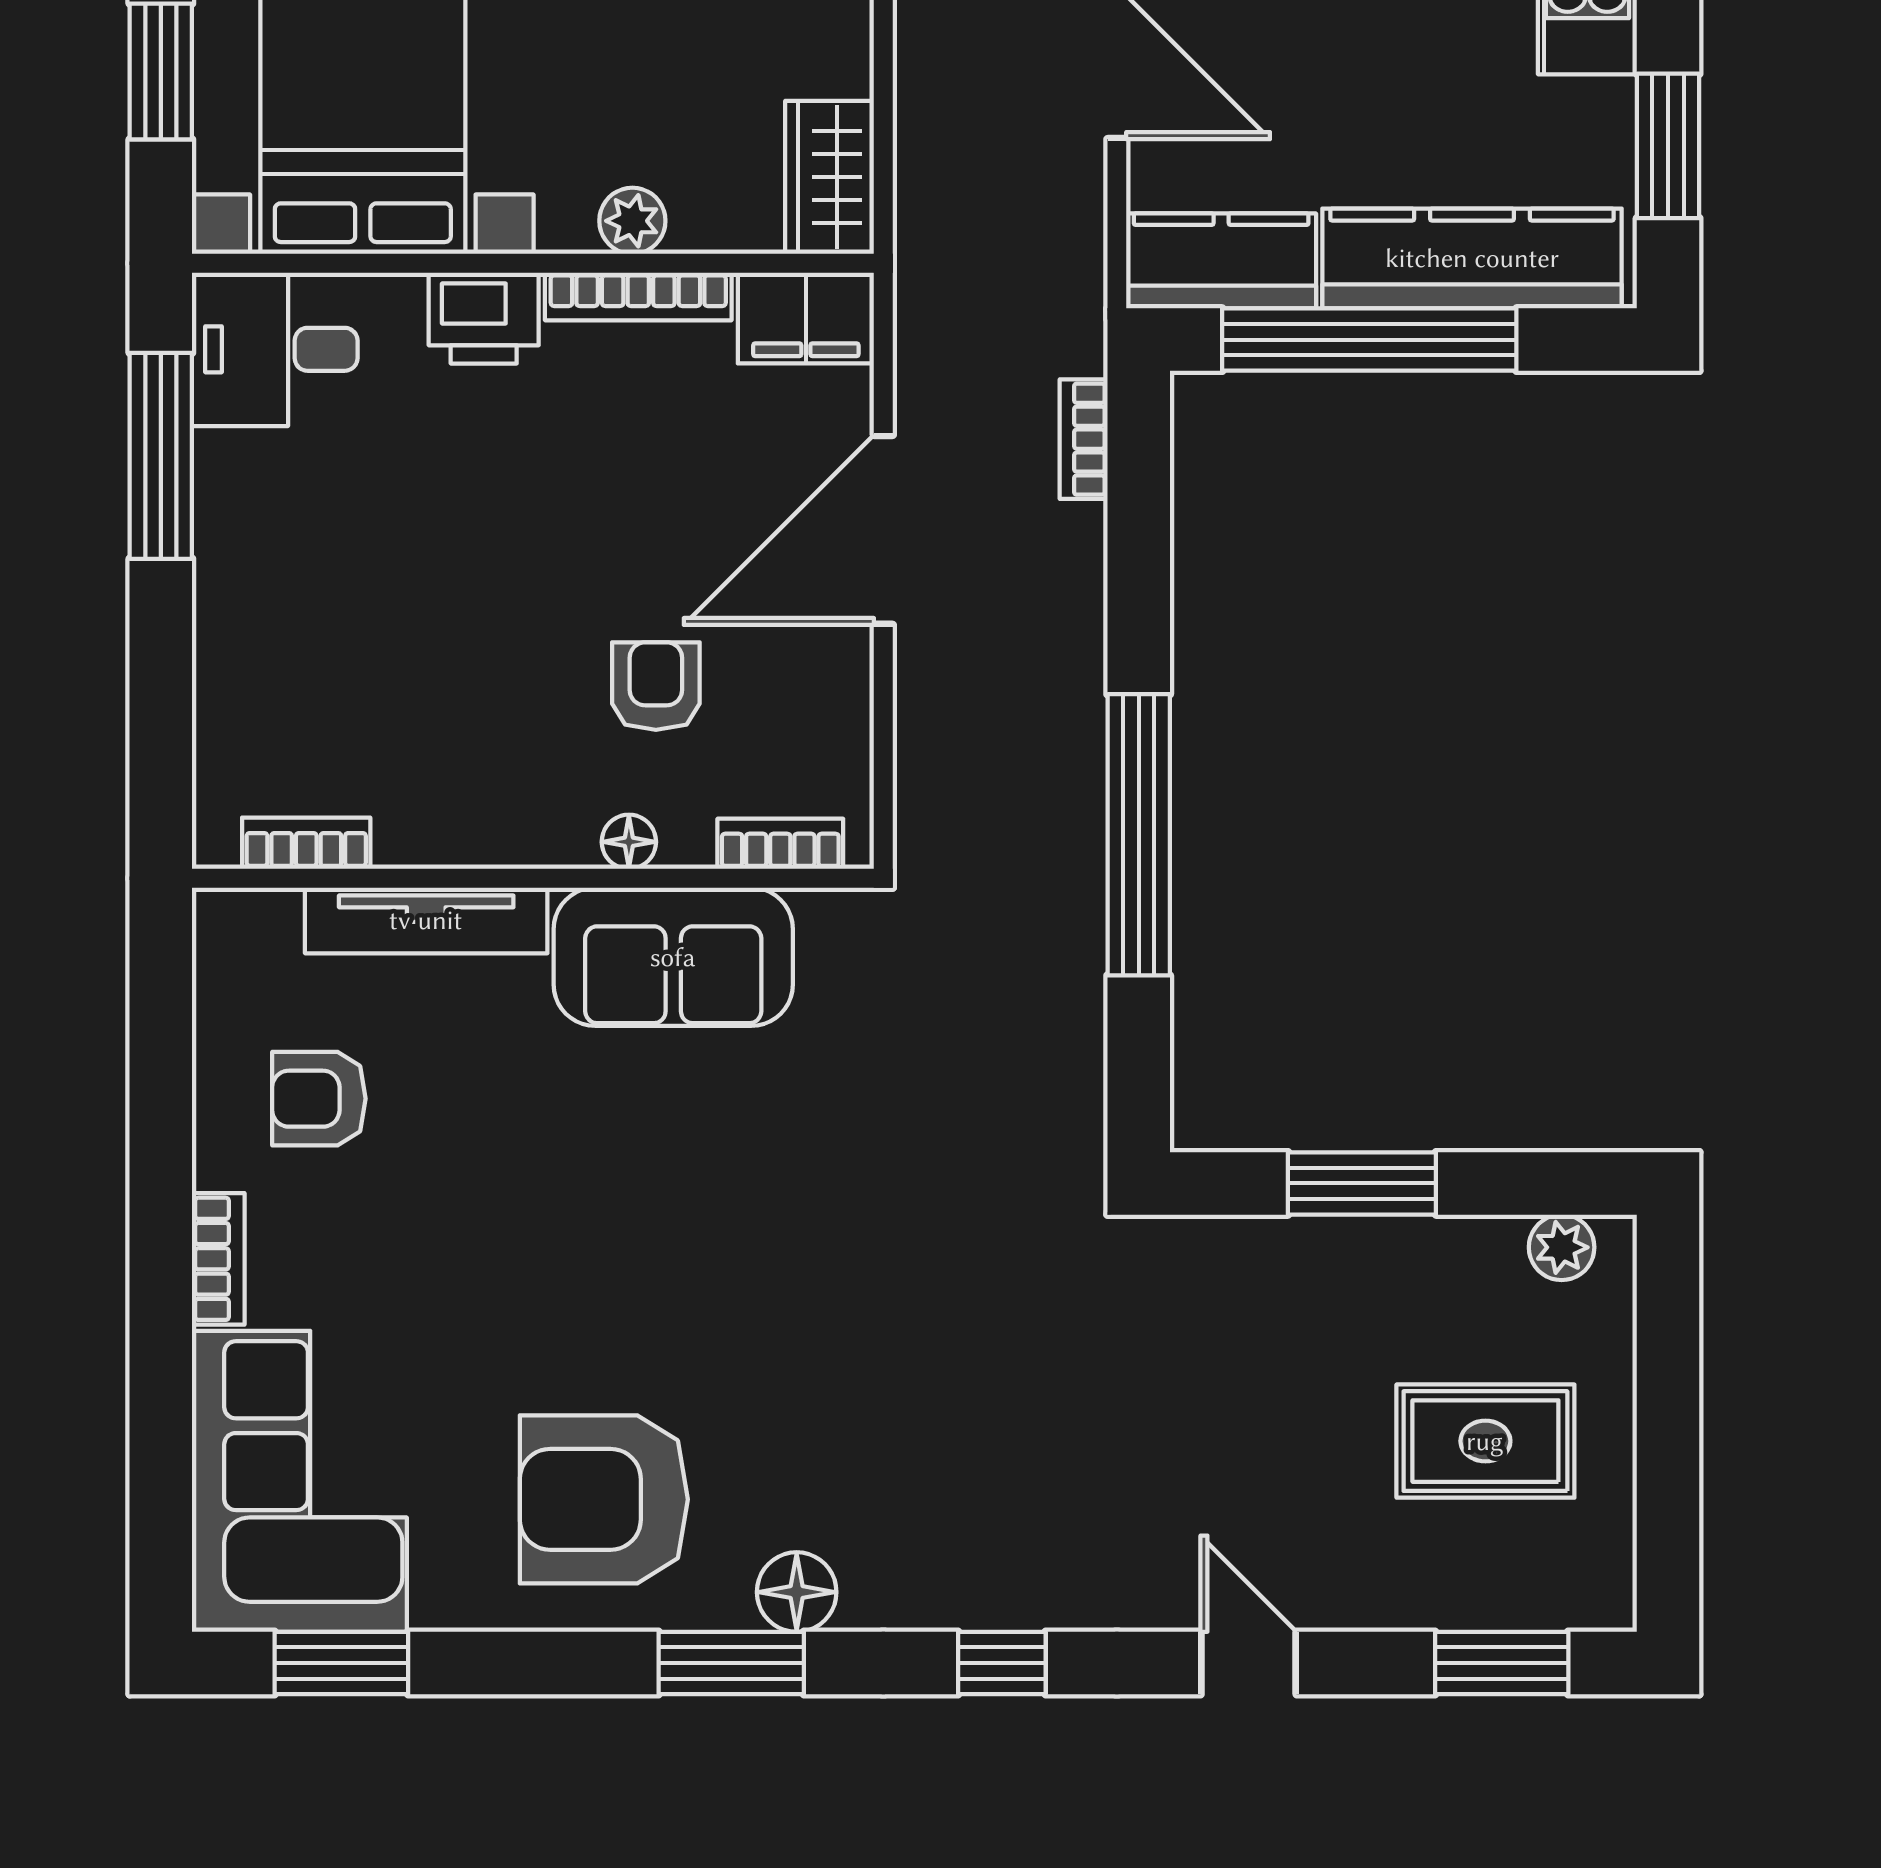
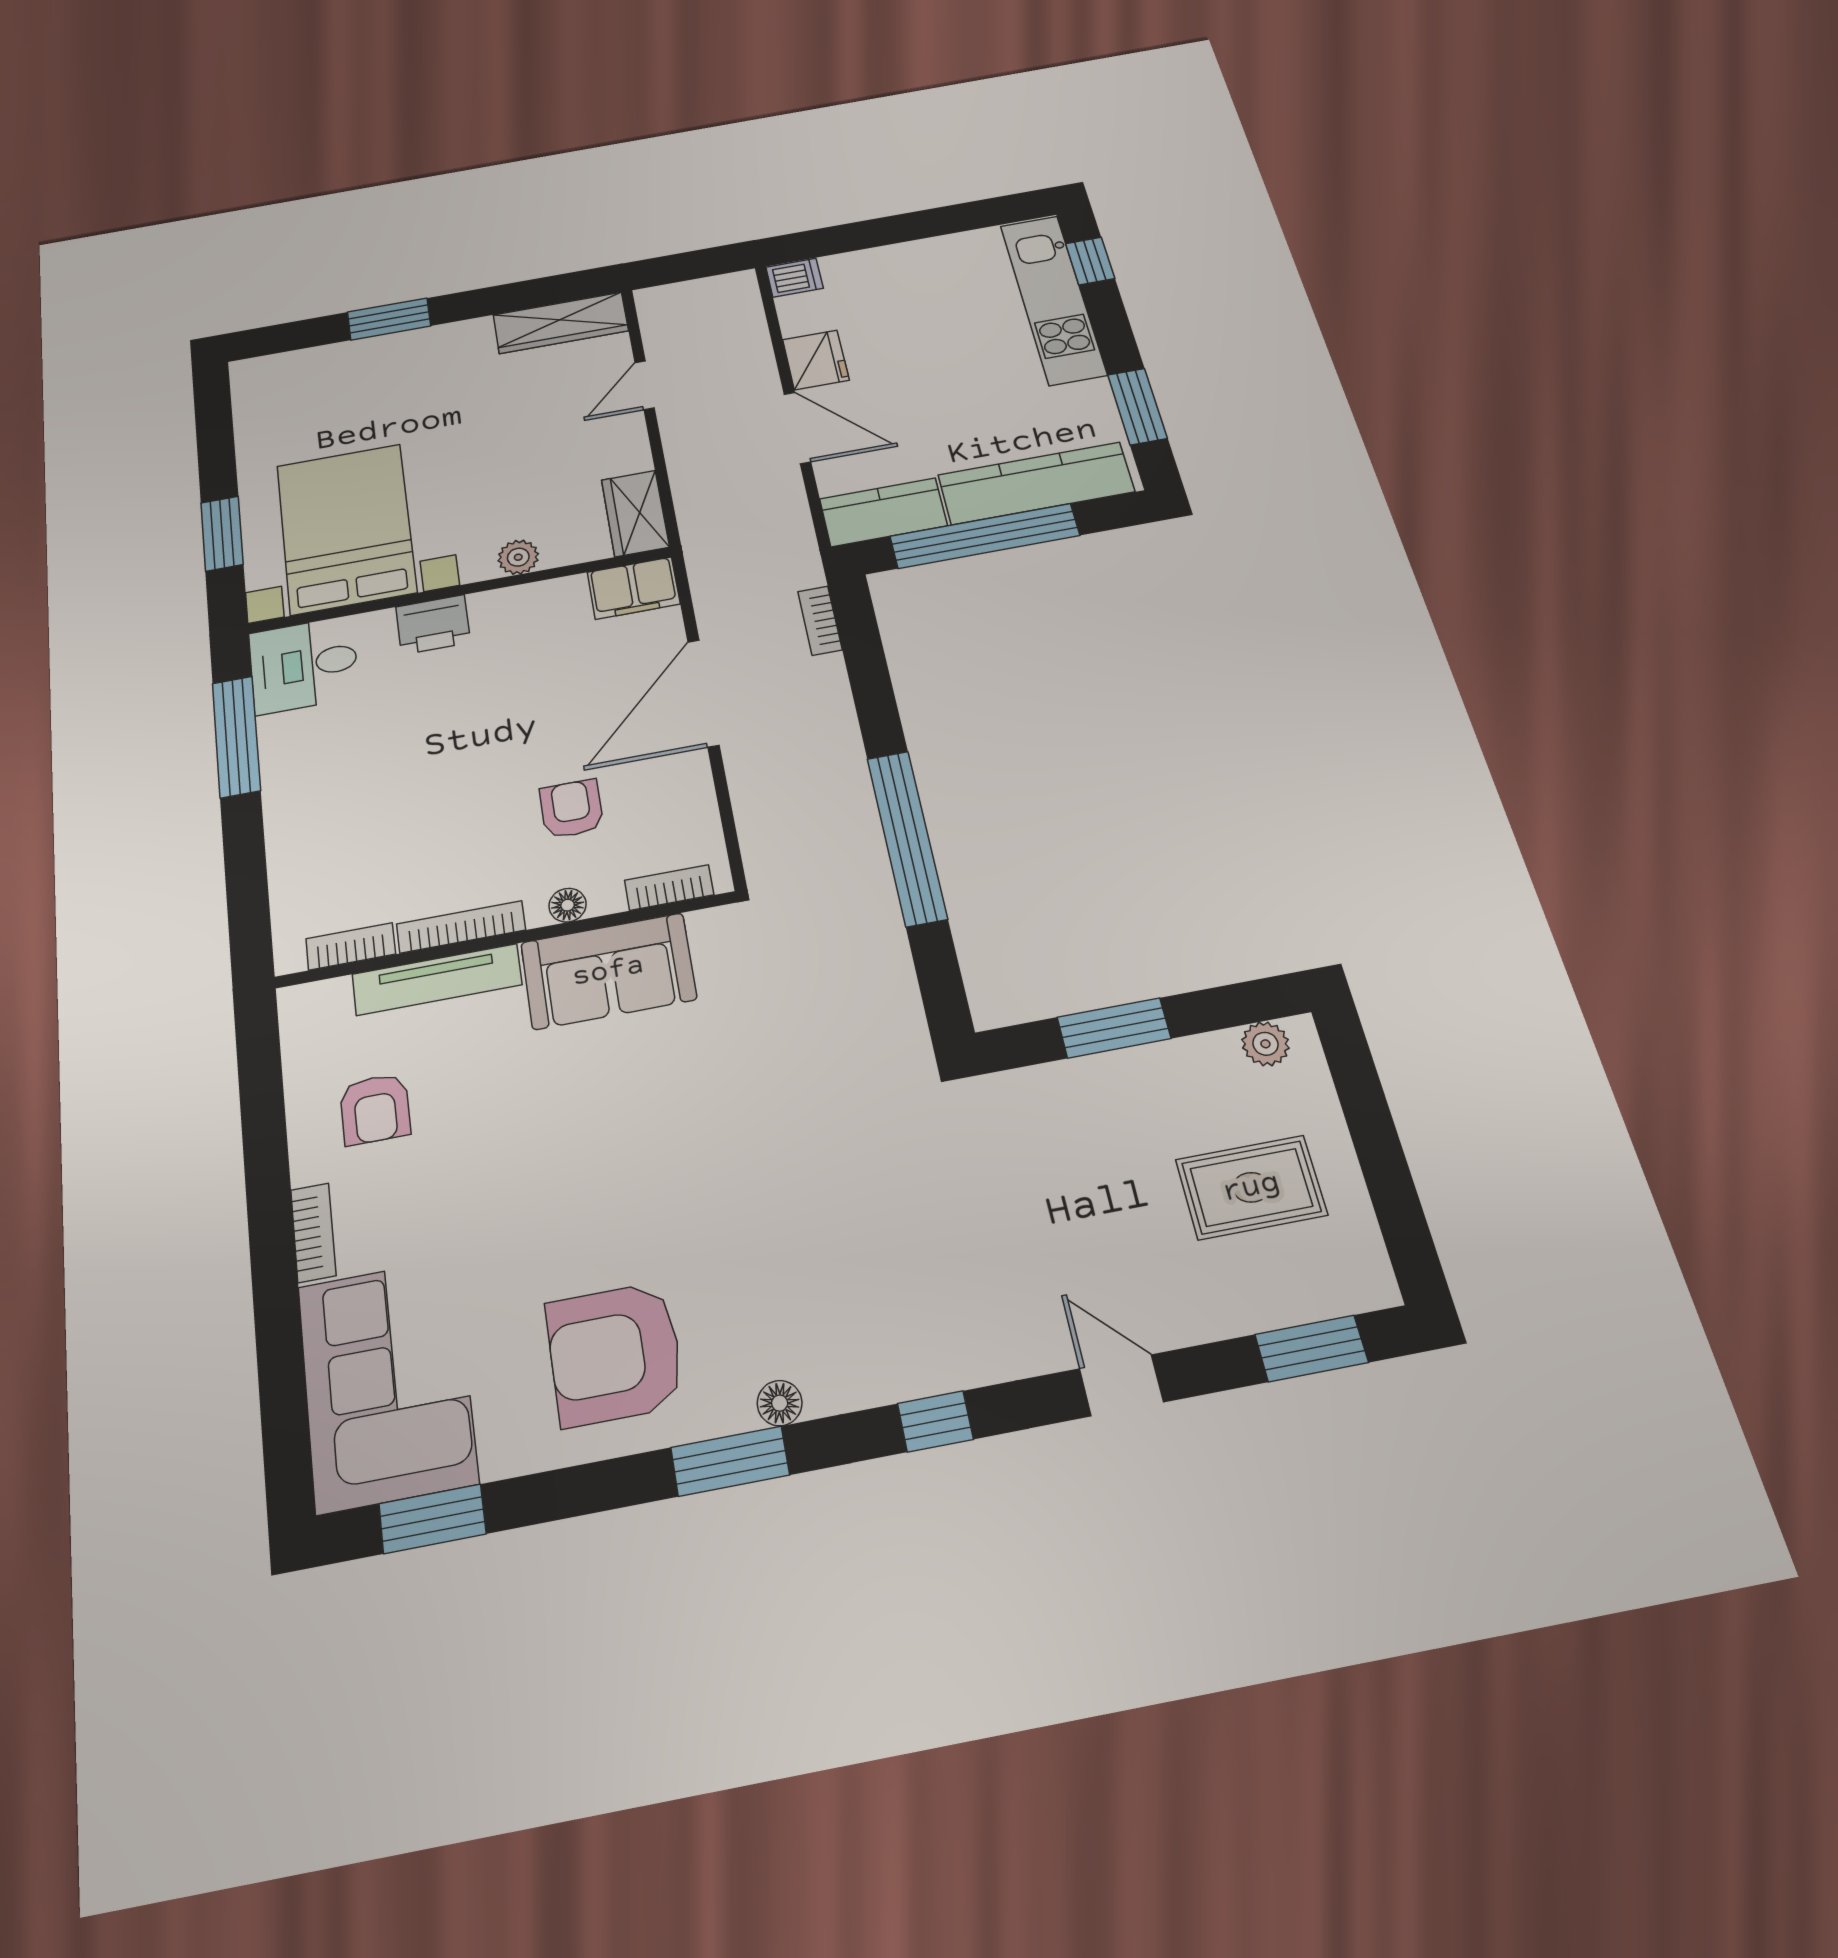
bookcase: (638, 296) -> (461, 927), moved, turned 180
armchair: (319, 1099) -> (375, 1109), turned -90
floor lamp: (797, 1592) -> (780, 1403), width x0.73, depth x0.73

